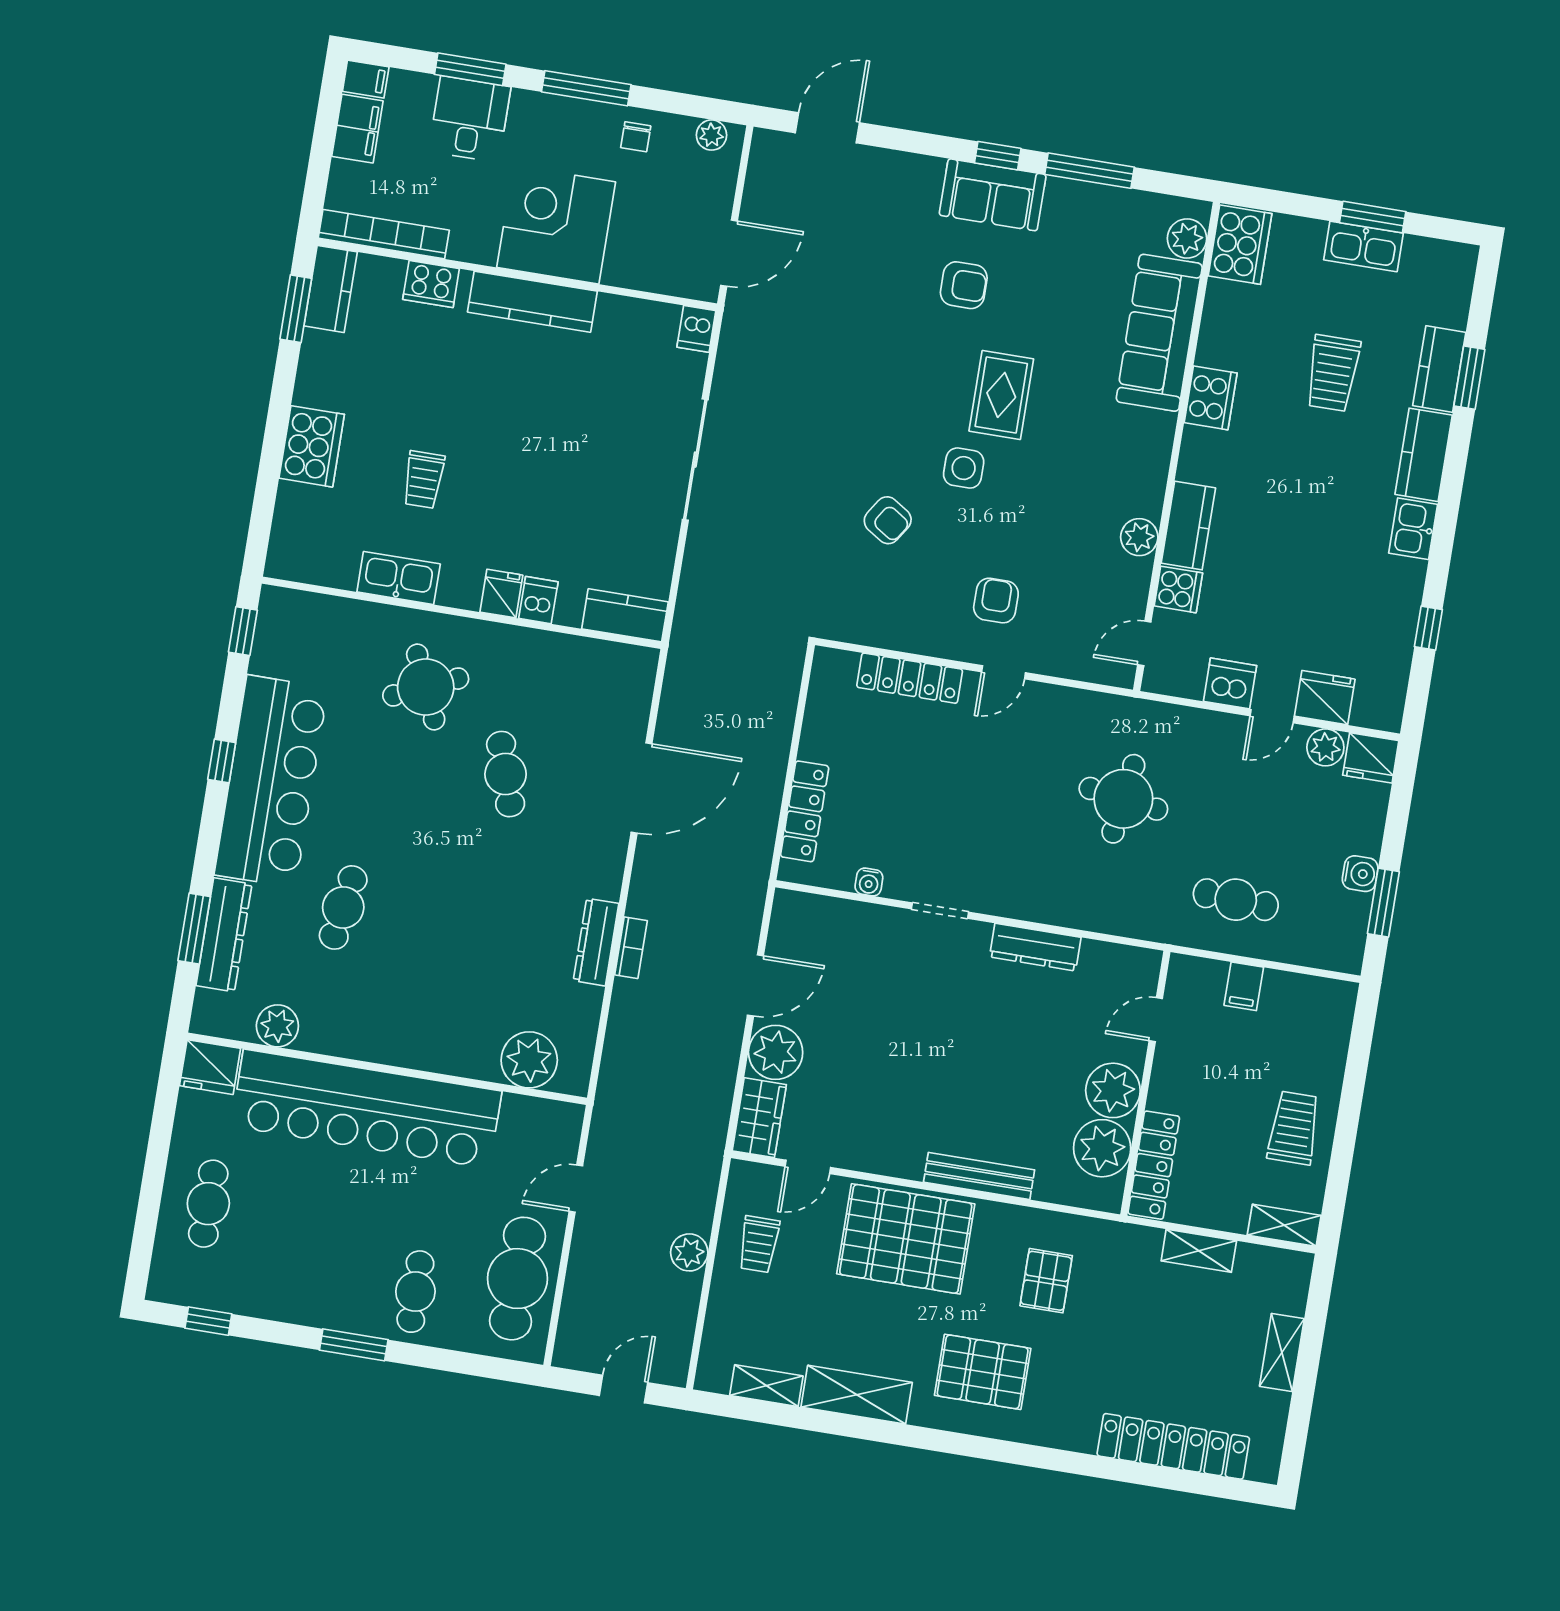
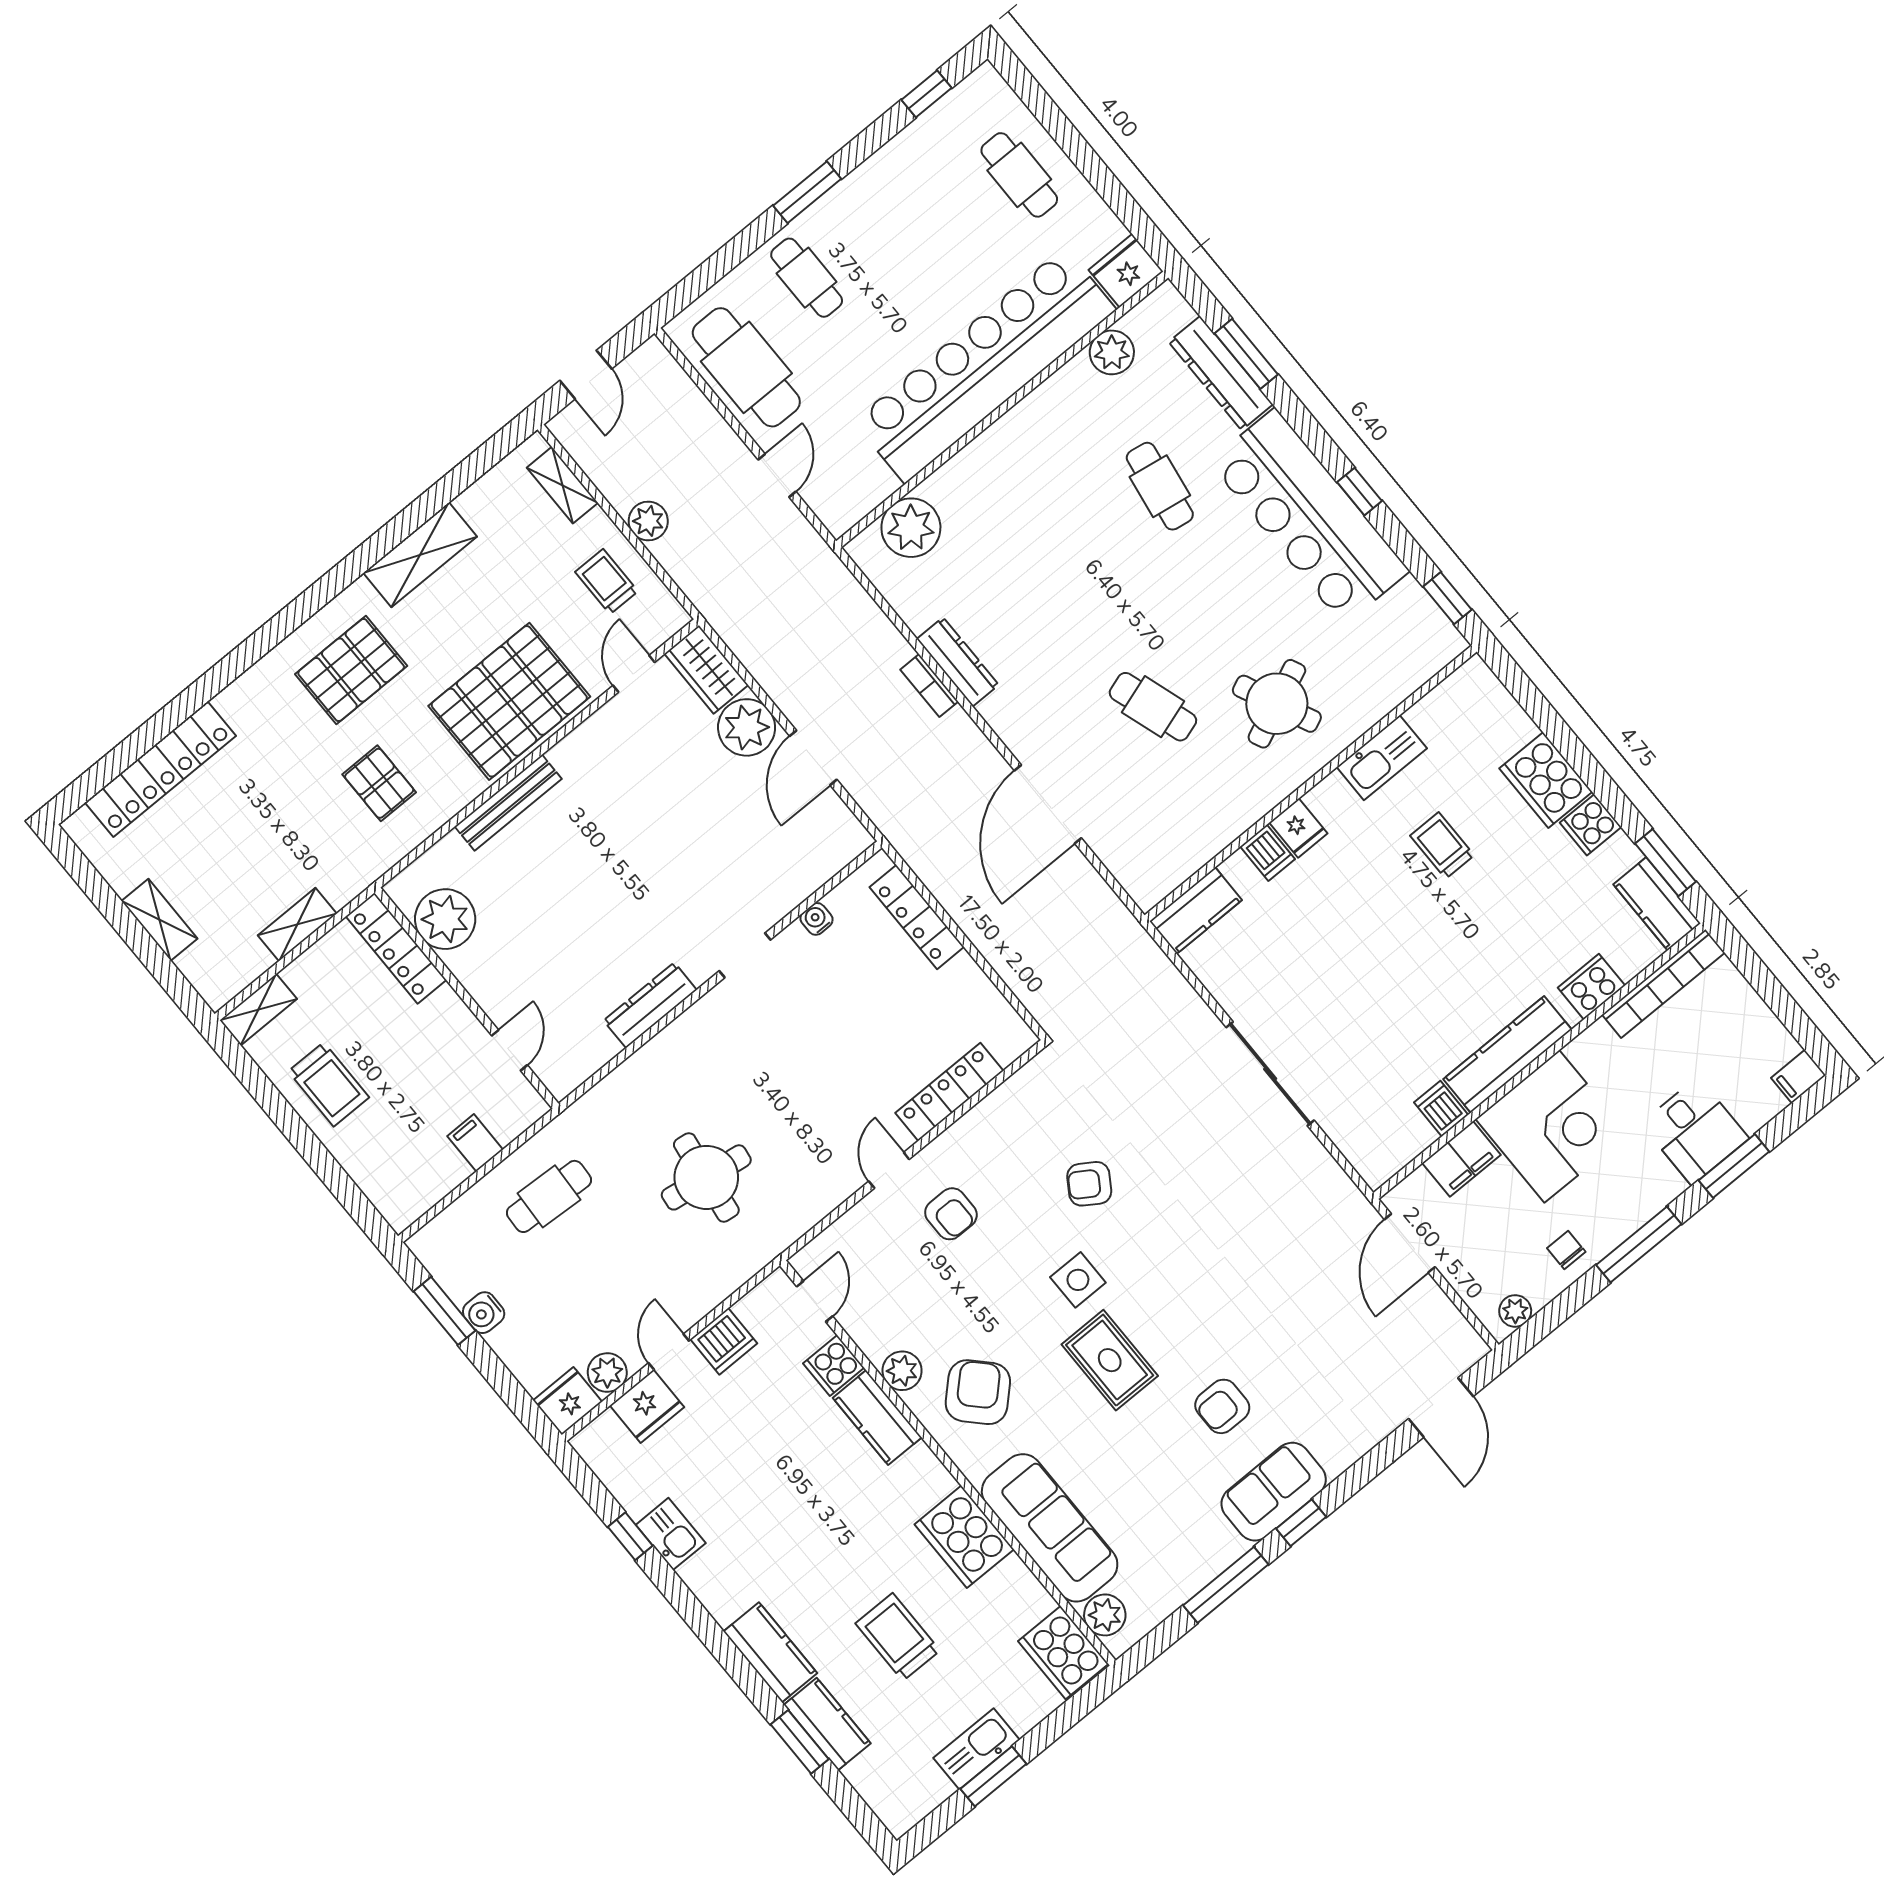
filing cabinet: (357, 129) -> (1461, 1159), moved, turned -90
dishwasher: (696, 329) -> (1441, 1109), moved
cooker: (316, 386) -> (1591, 825), added
cooker: (1211, 398) -> (964, 1537), width x1.37, depth x1.31
armchair: (1107, 469) -> (978, 1392), added
kitchen sink: (1413, 529) -> (671, 1534), moved
plant: (1113, 1090) -> (483, 968), removed
shelving: (766, 1386) -> (562, 485), moved, turned 90

